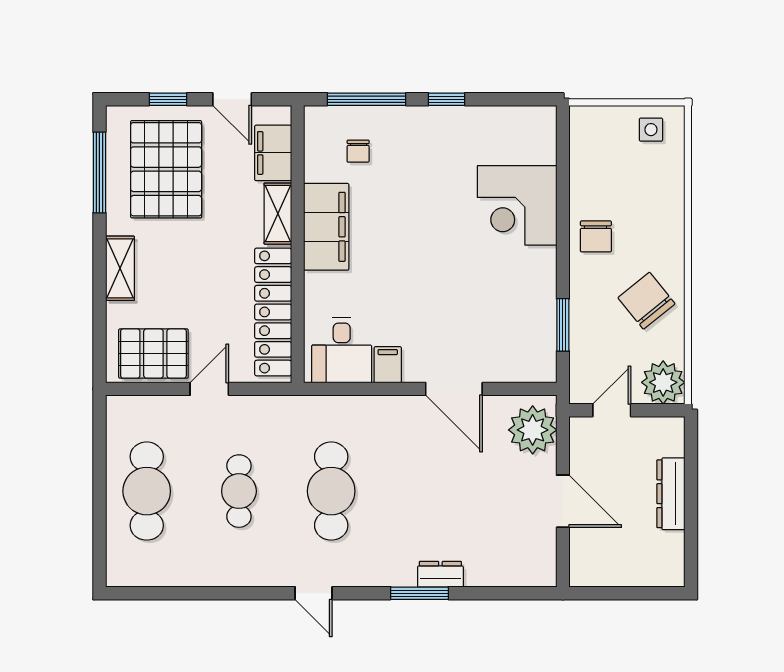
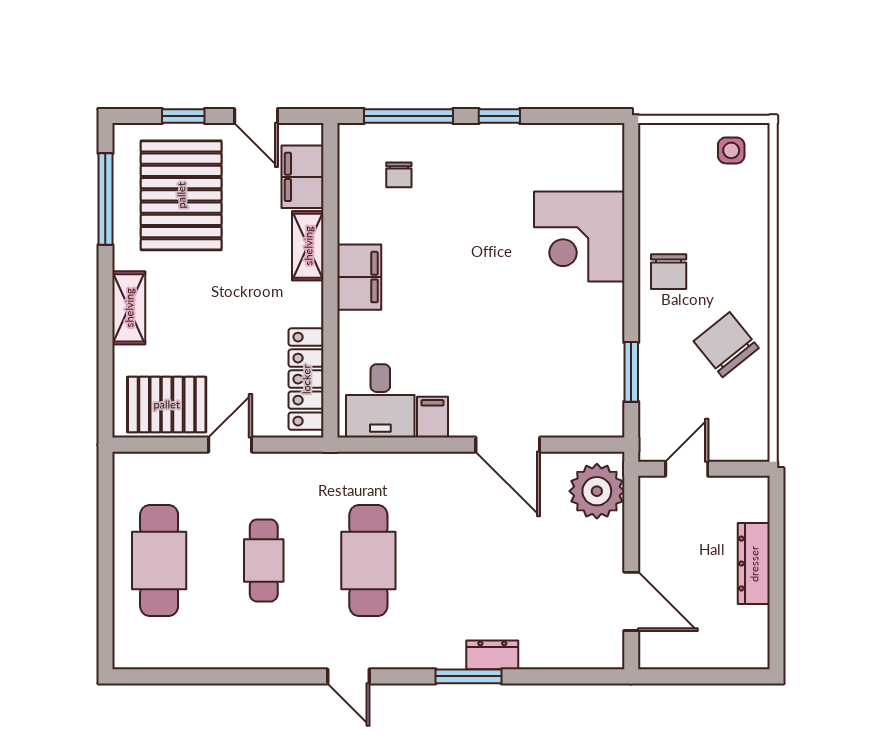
filing cabinet: (326, 227) -> (359, 277), width x0.67, depth x0.86
locker: (273, 312) -> (306, 379), width x0.71, depth x0.83
plant: (663, 382) -> (745, 437), removed
door: (563, 501) -> (631, 601), moved

